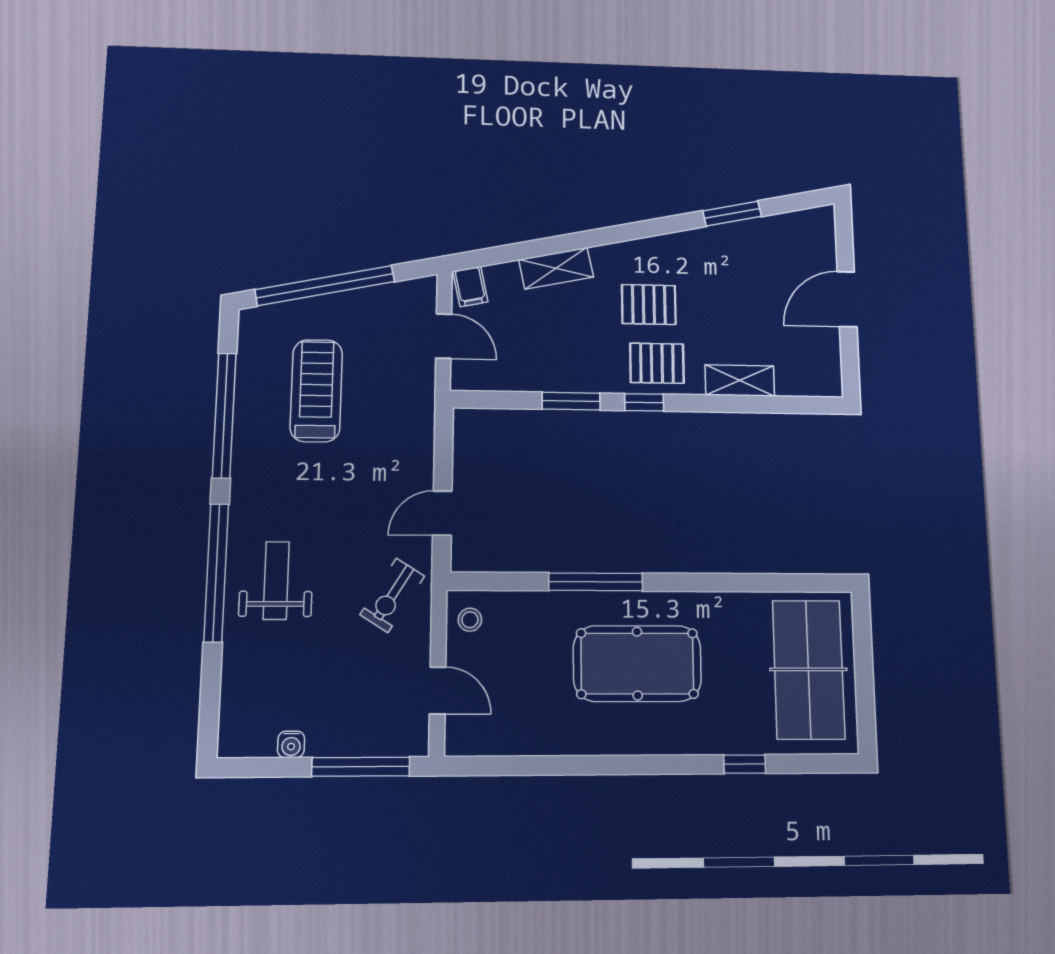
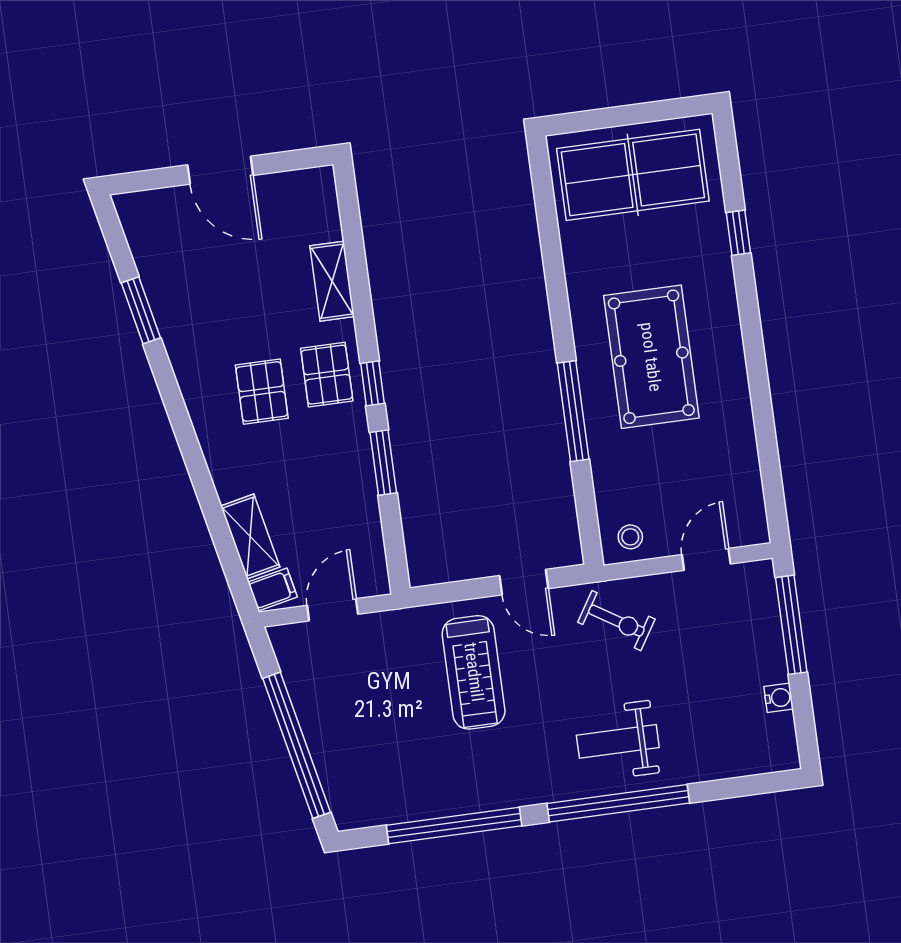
shelving: (556, 268) -> (250, 536), moved
treadmill: (316, 391) -> (474, 672), moved, turned -90

